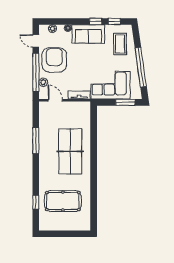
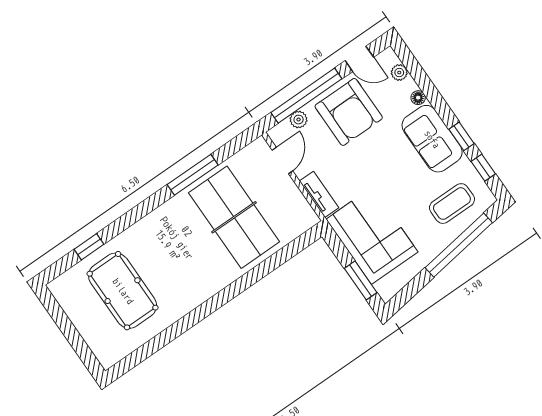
door: (36, 41) -> (359, 59), swing flipped
armchair: (54, 60) -> (349, 112), turned 90
window: (141, 67) -> (459, 245), moved
table tennis table: (70, 151) -> (234, 217), moved, turned 90

